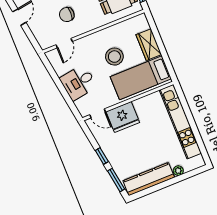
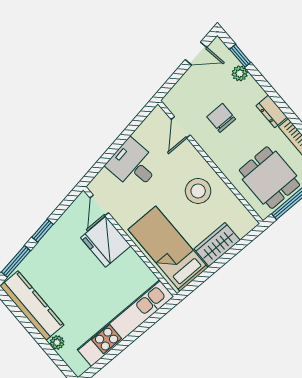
door: (64, 43) -> (181, 127), hinge flipped
stool: (114, 57) -> (198, 191), moved

